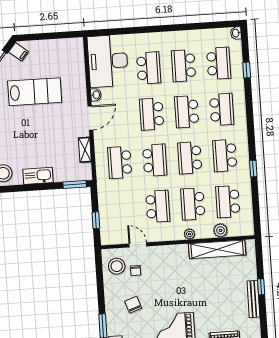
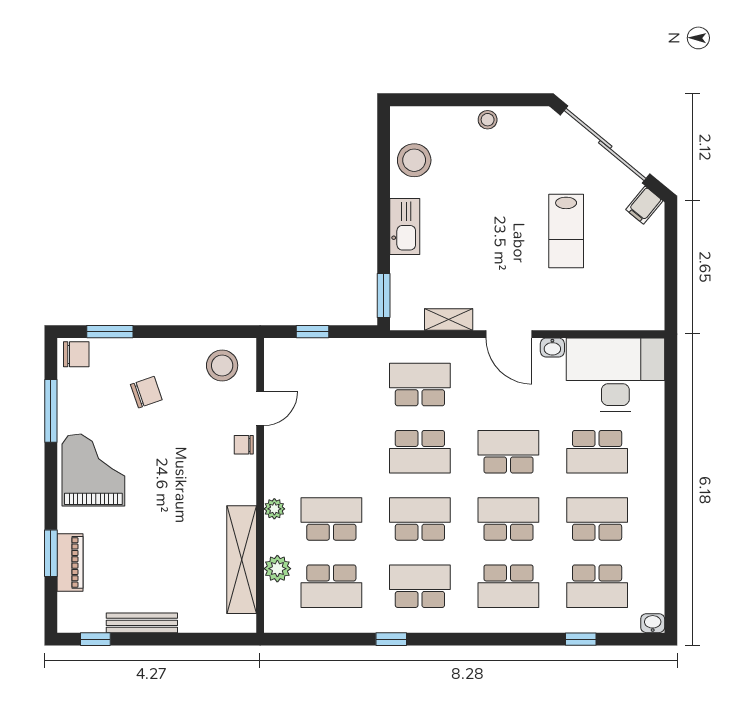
lab bench: (35, 92) -> (566, 231), width x0.73, depth x0.72
school desk: (228, 202) -> (331, 586), turned 180
school desk: (158, 206) -> (331, 452), removed
chair: (136, 270) -> (244, 445), moved
window: (261, 287) -> (95, 639), moved

